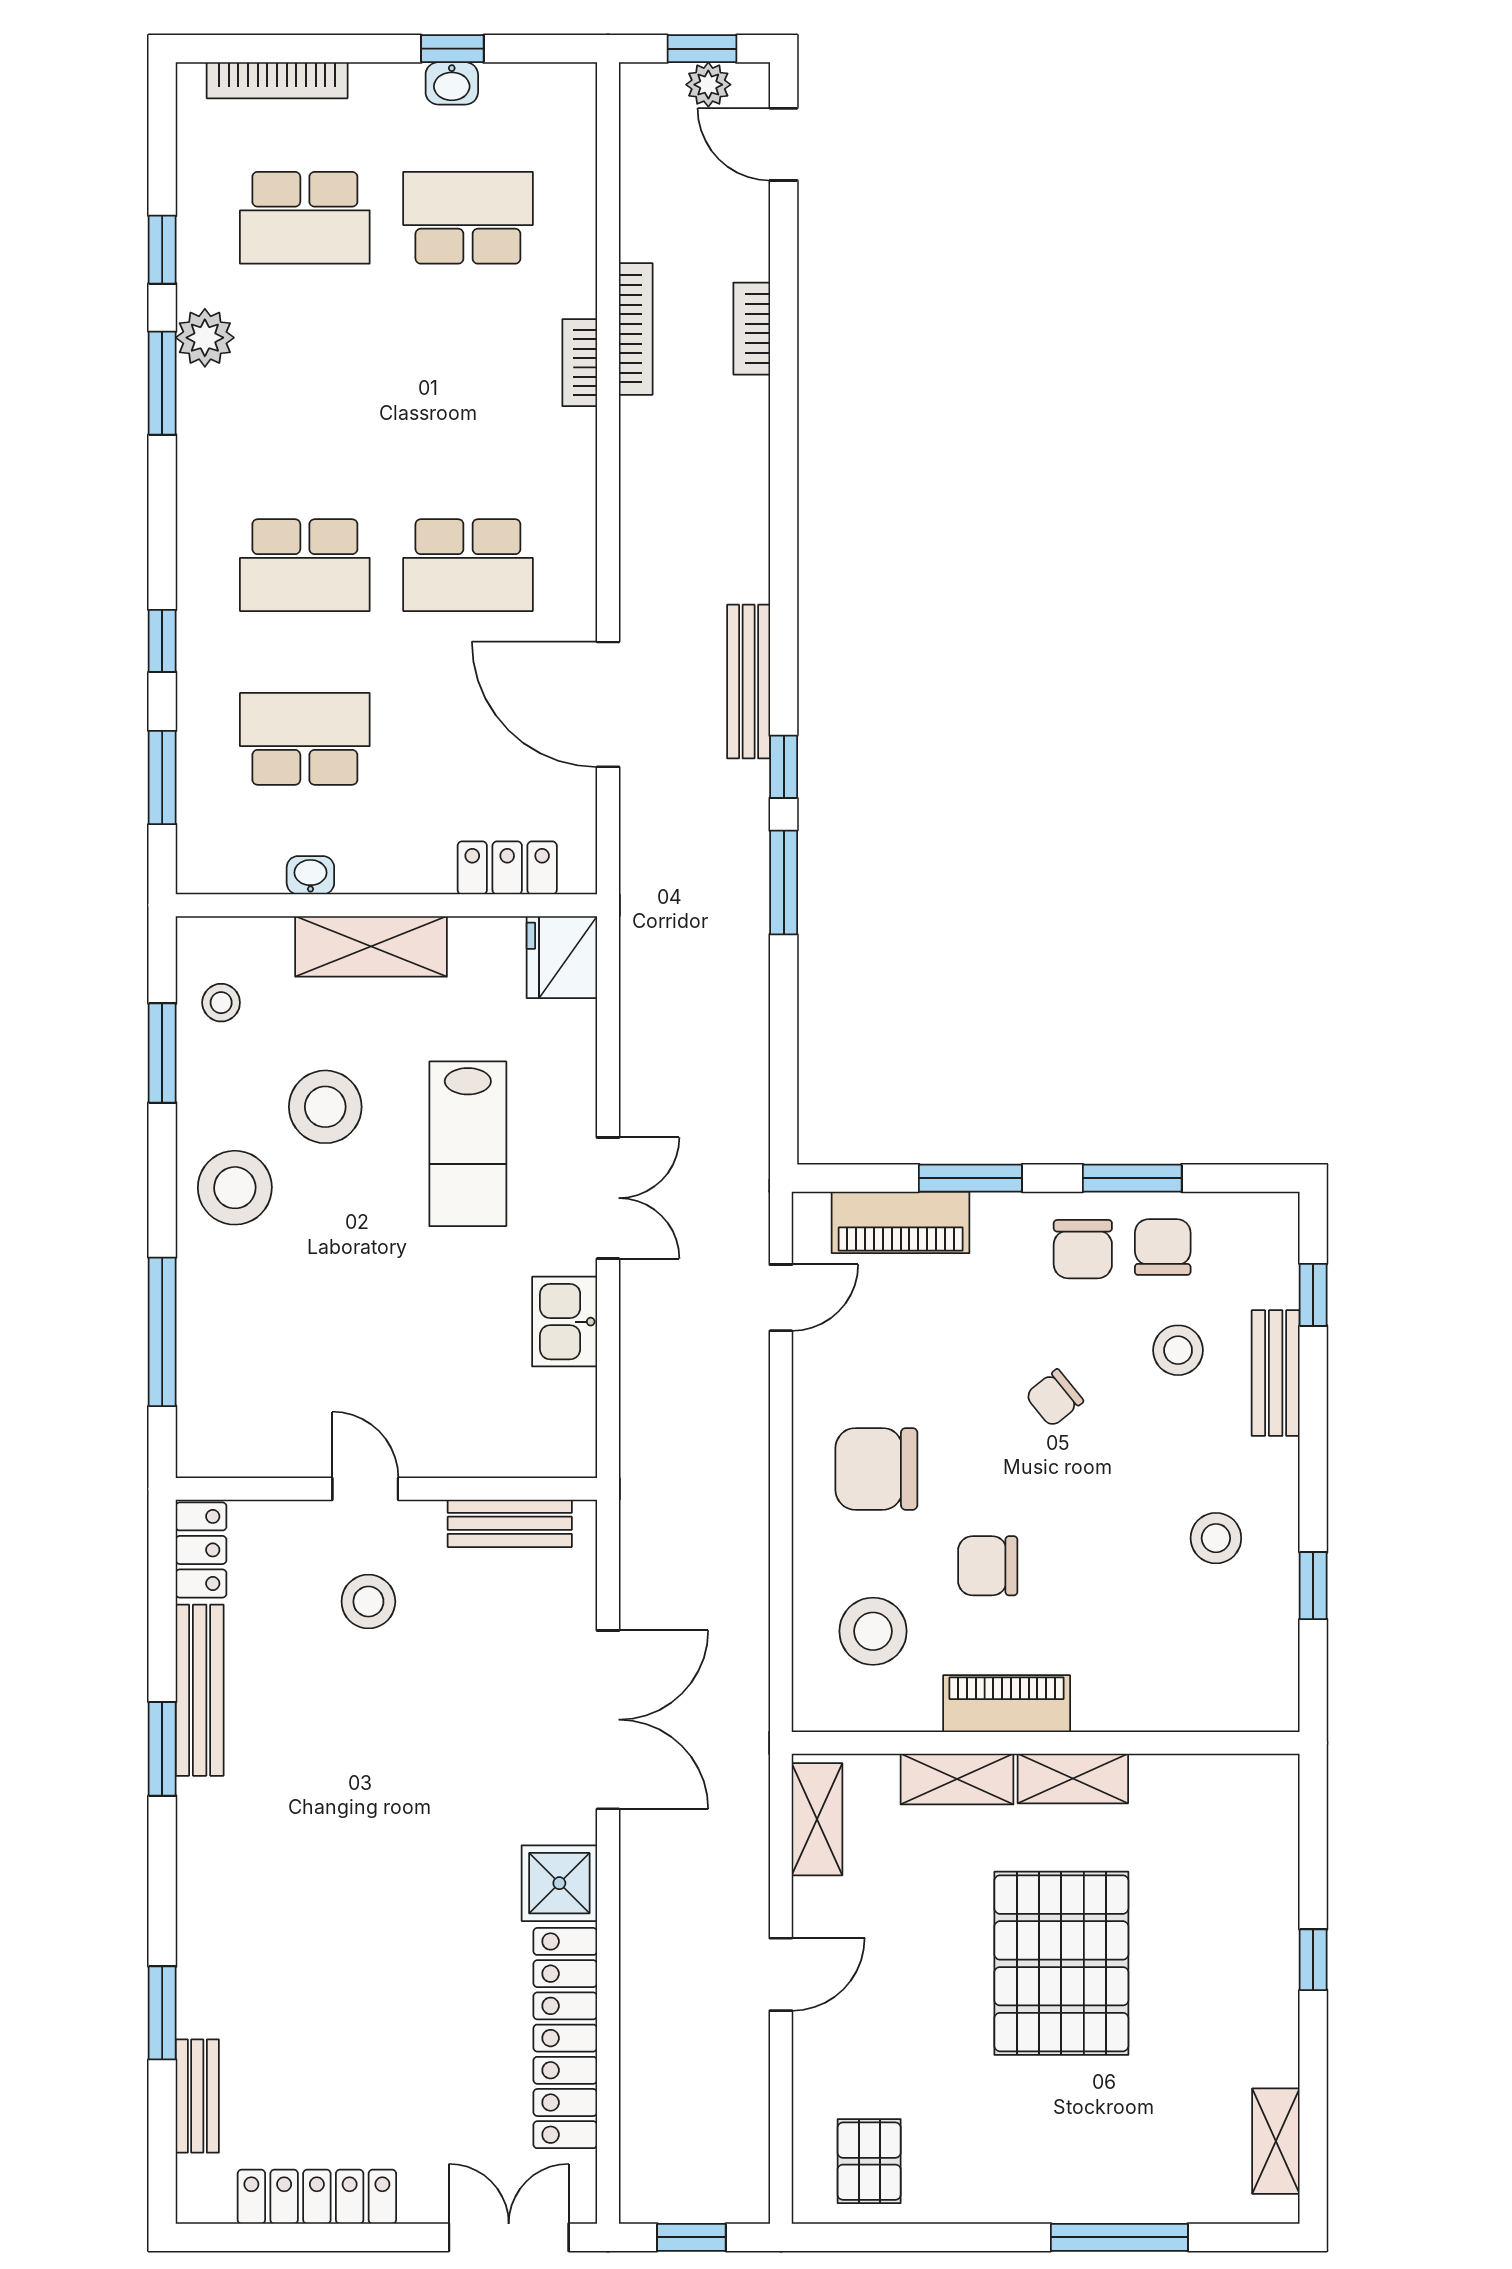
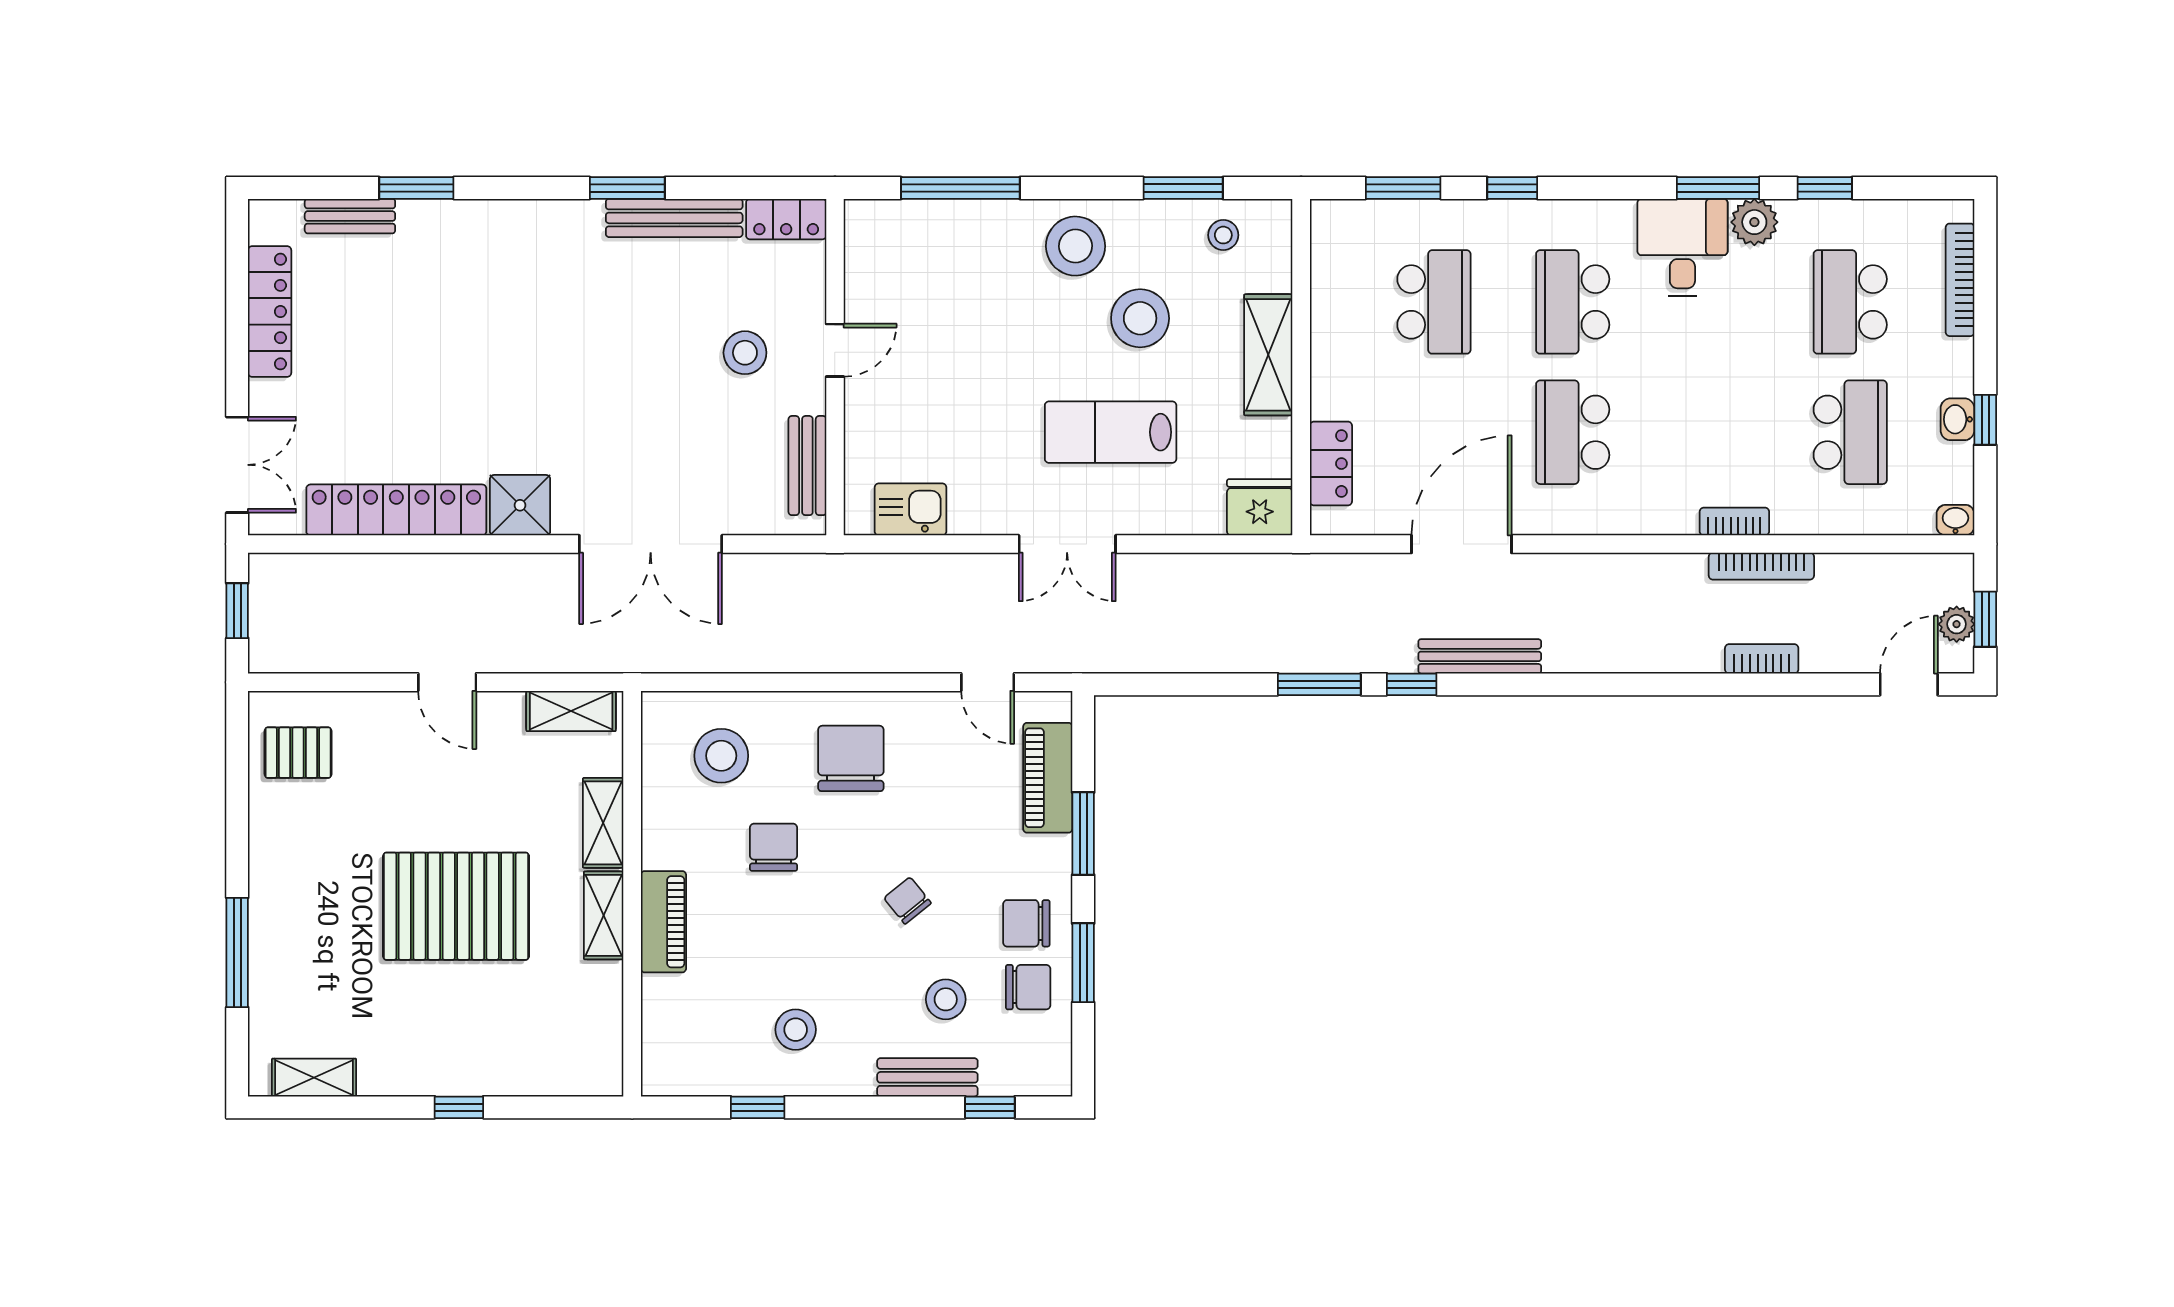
desk: (237, 428) -> (1682, 247), added
washbasin: (310, 875) -> (1955, 520), moved, turned -90
kitchen sink: (565, 1322) -> (911, 509), moved
piano: (1007, 1704) -> (663, 922), moved

